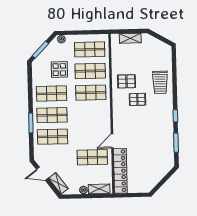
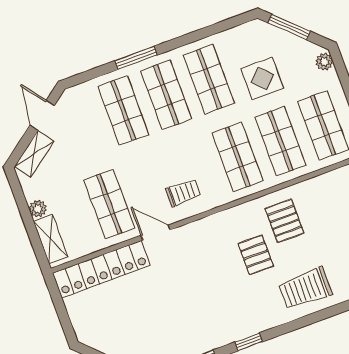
trolley: (98, 122) -> (183, 193), added

